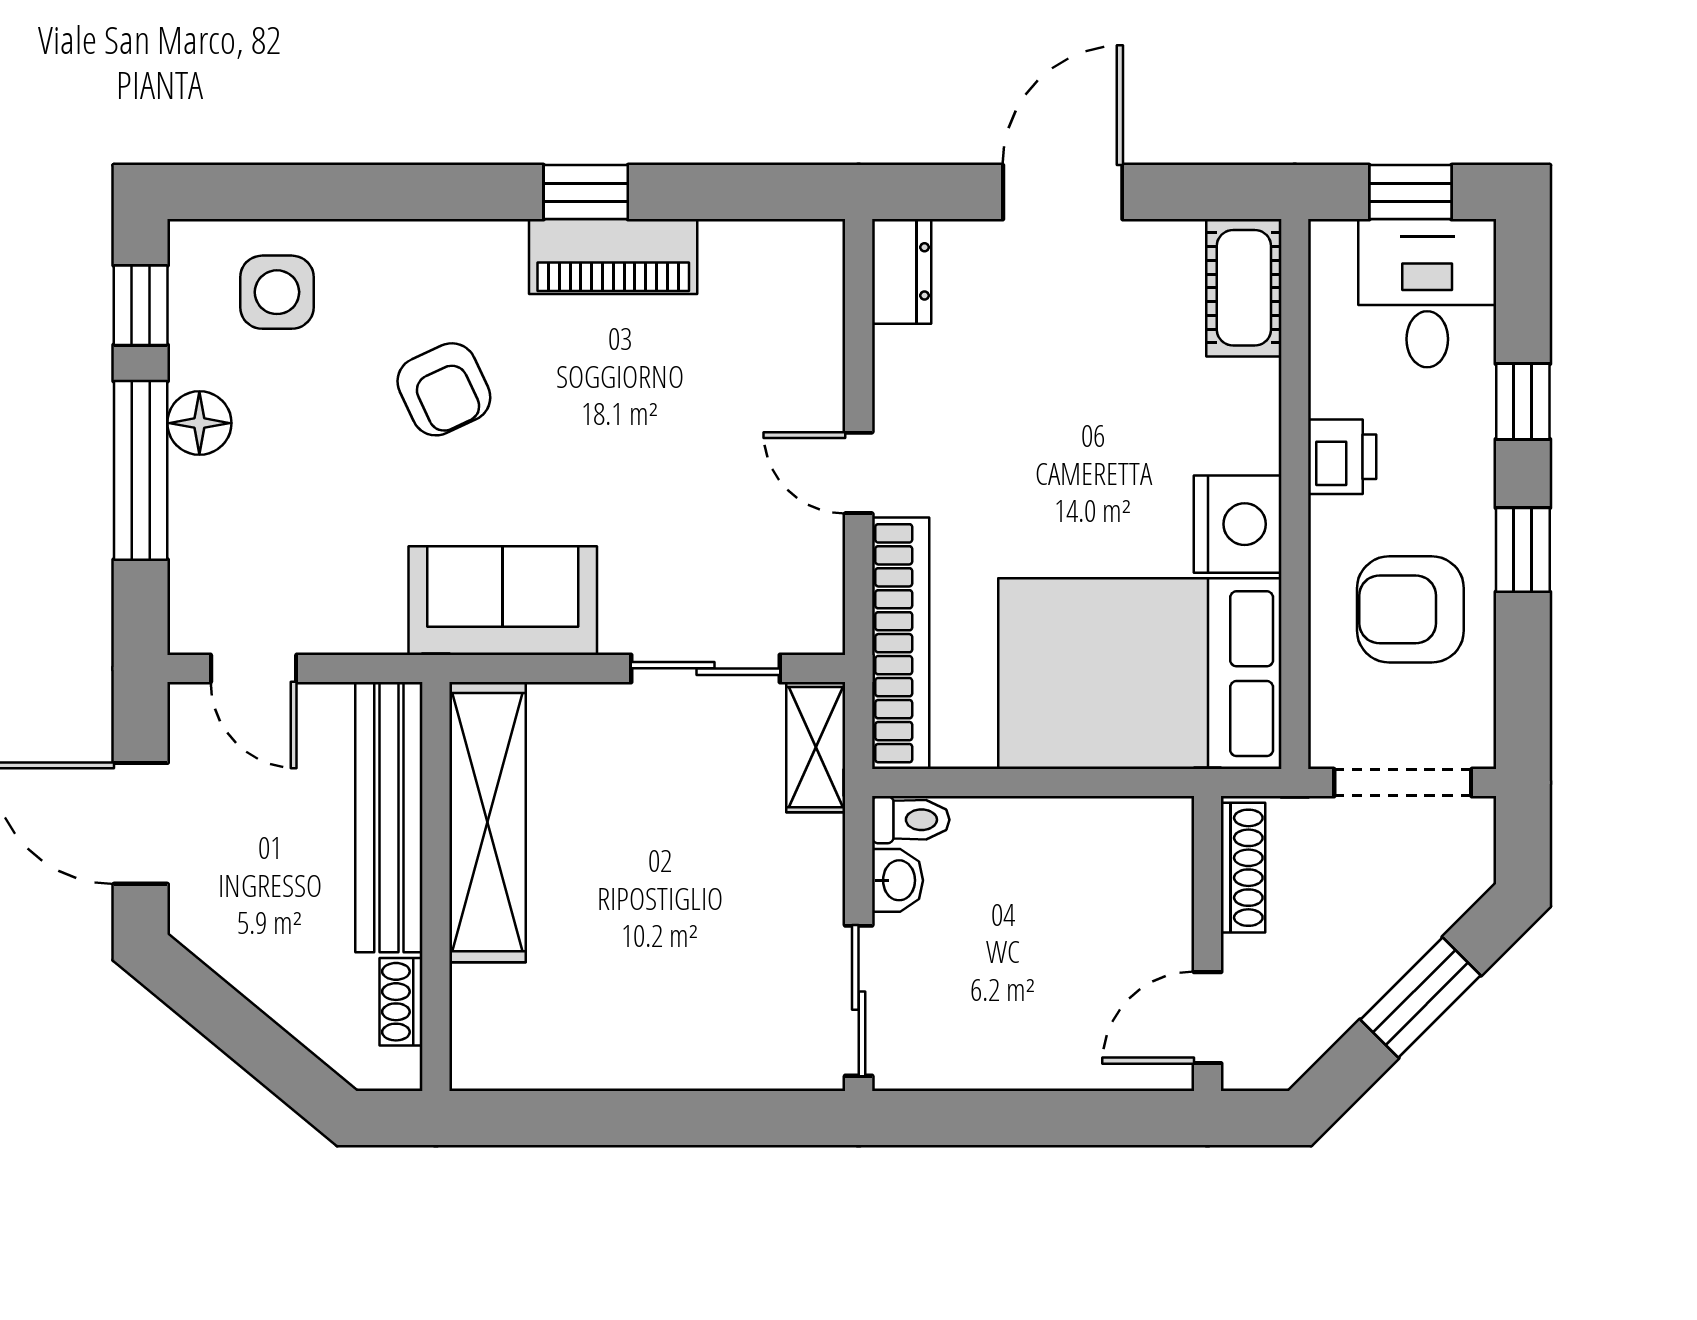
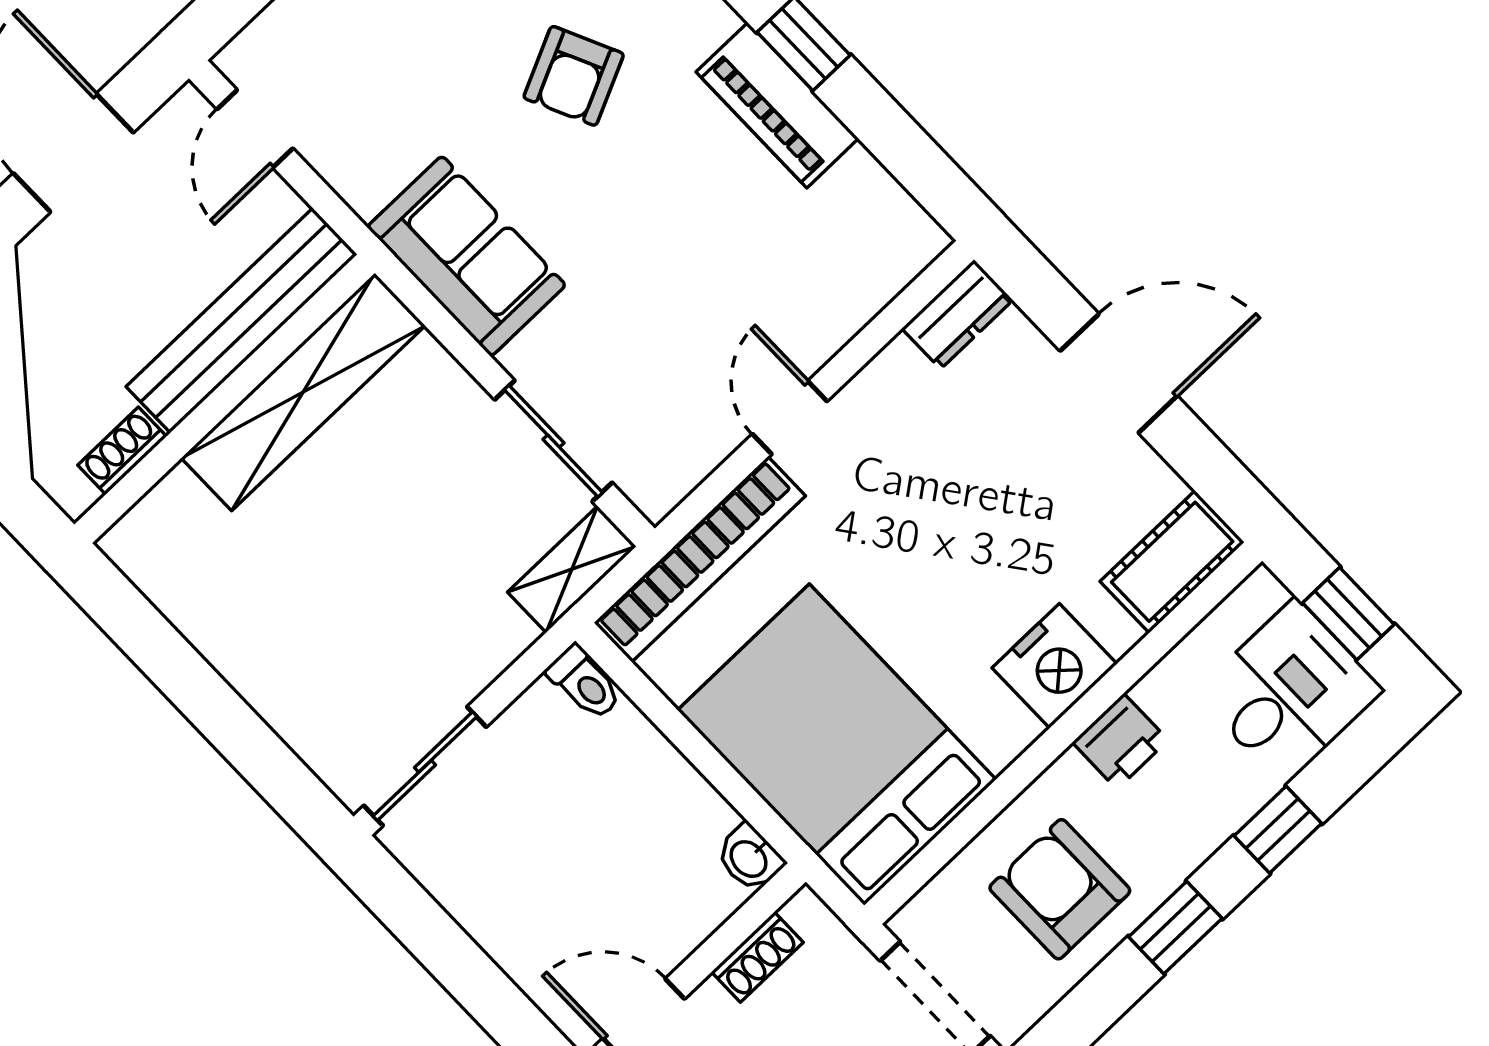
nightstand: (1238, 524) -> (1055, 666), moved
shoe rack: (1243, 868) -> (757, 957), width x0.70
washbasin: (898, 880) -> (750, 858), moved, turned 90

